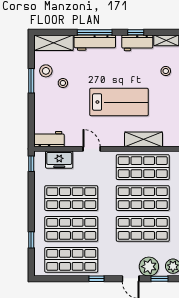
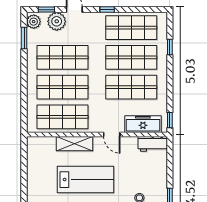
lab bench: (119, 102) -> (85, 180), turned 180
shelving: (144, 139) -> (75, 144), moved
freezer: (59, 160) -> (143, 124), width x1.40

